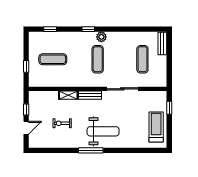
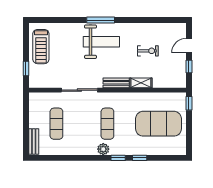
window: (50, 29) -> (140, 158), moved
exercise mat: (53, 59) -> (158, 124), width x2.00, depth x1.45
window: (26, 66) -> (189, 103), moved
weight bench: (103, 131) -> (101, 42), turned 180
window: (91, 150) -> (101, 20), moved

